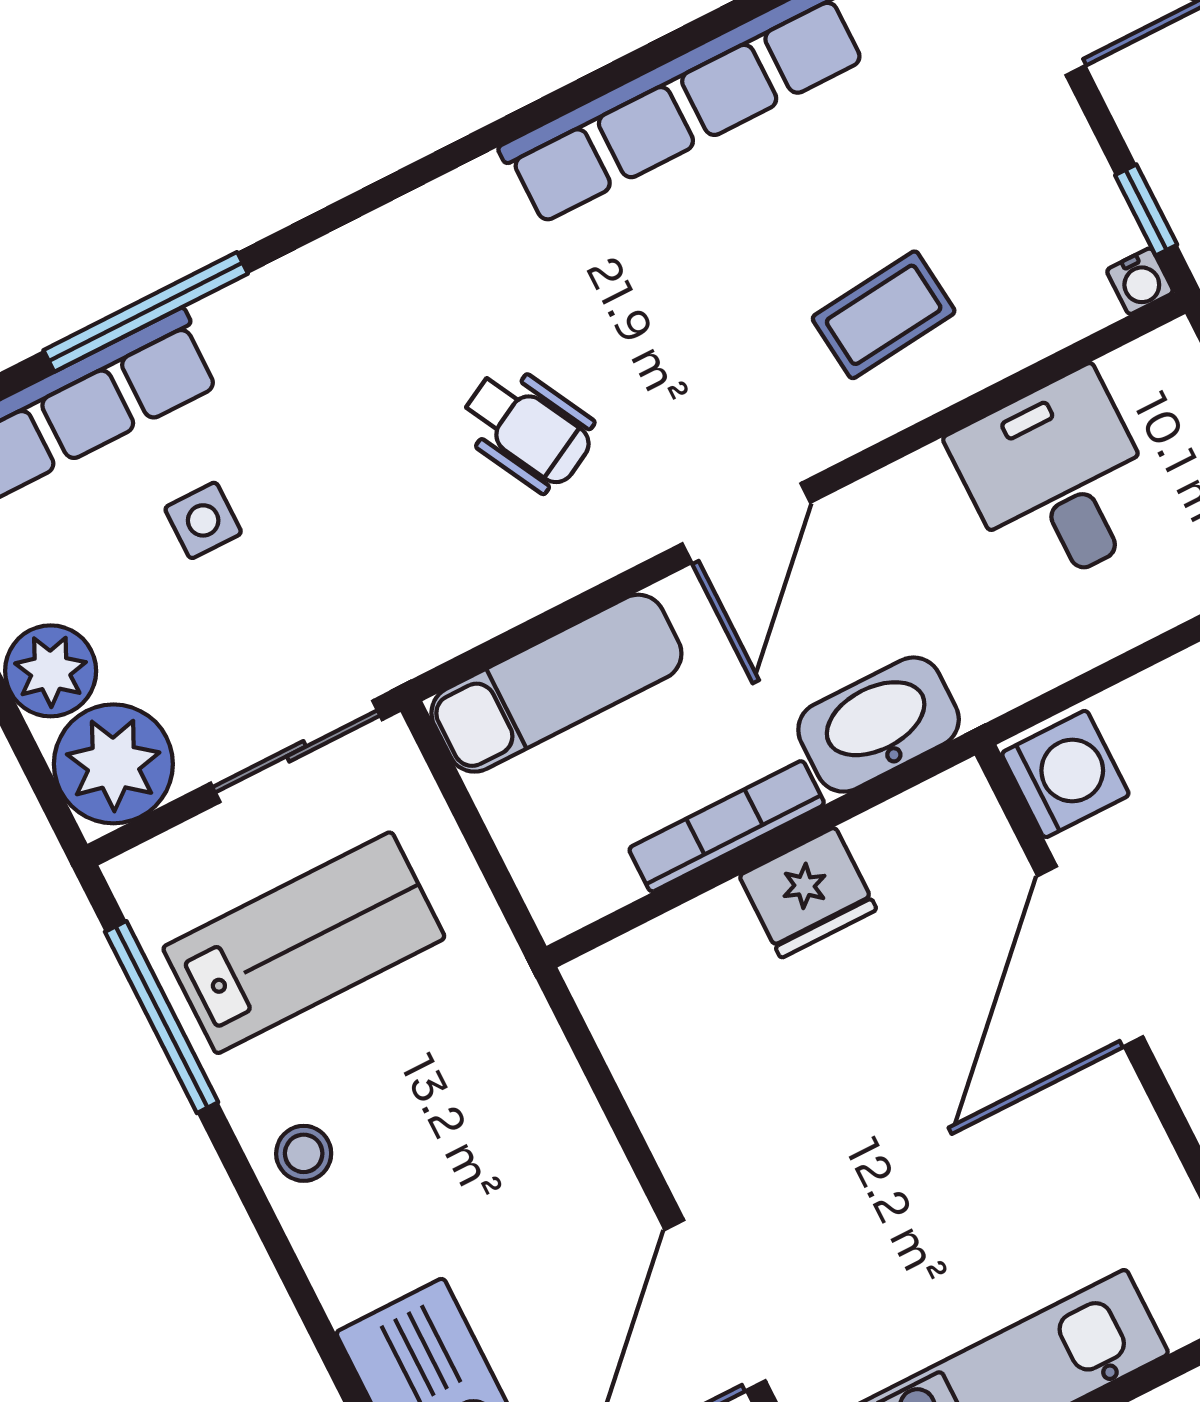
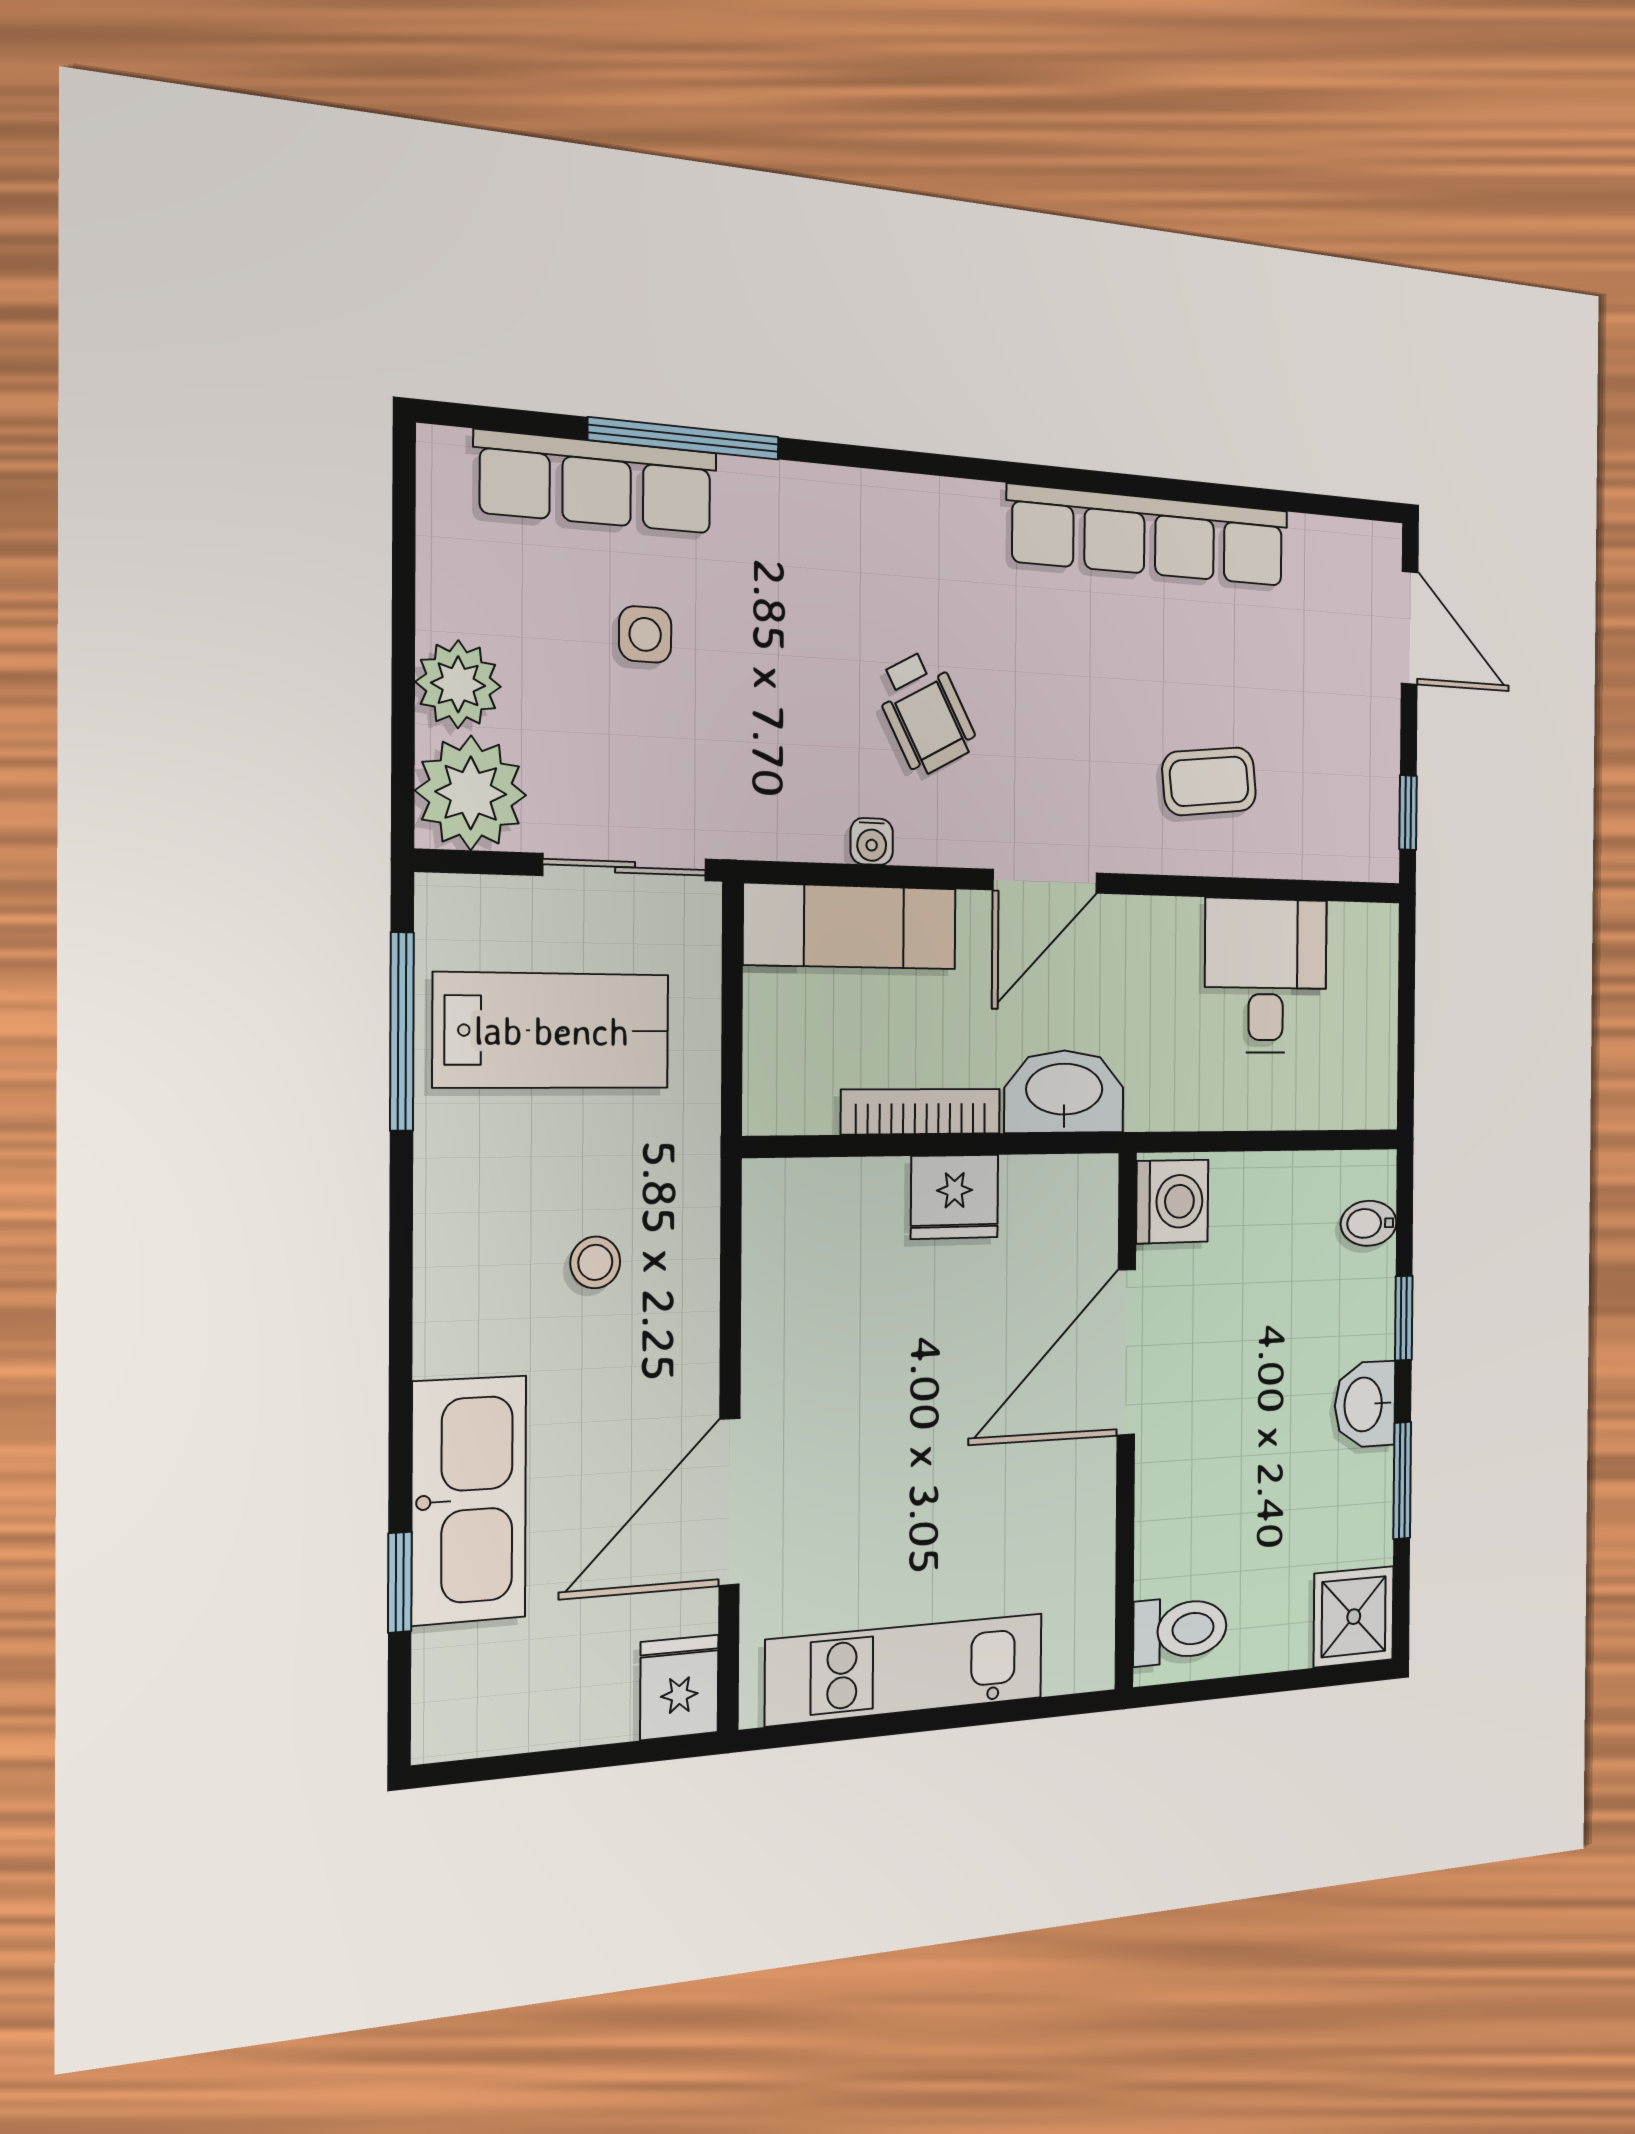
water cooler: (1140, 281) -> (872, 841), moved
stool: (304, 1153) -> (595, 1262), moved

